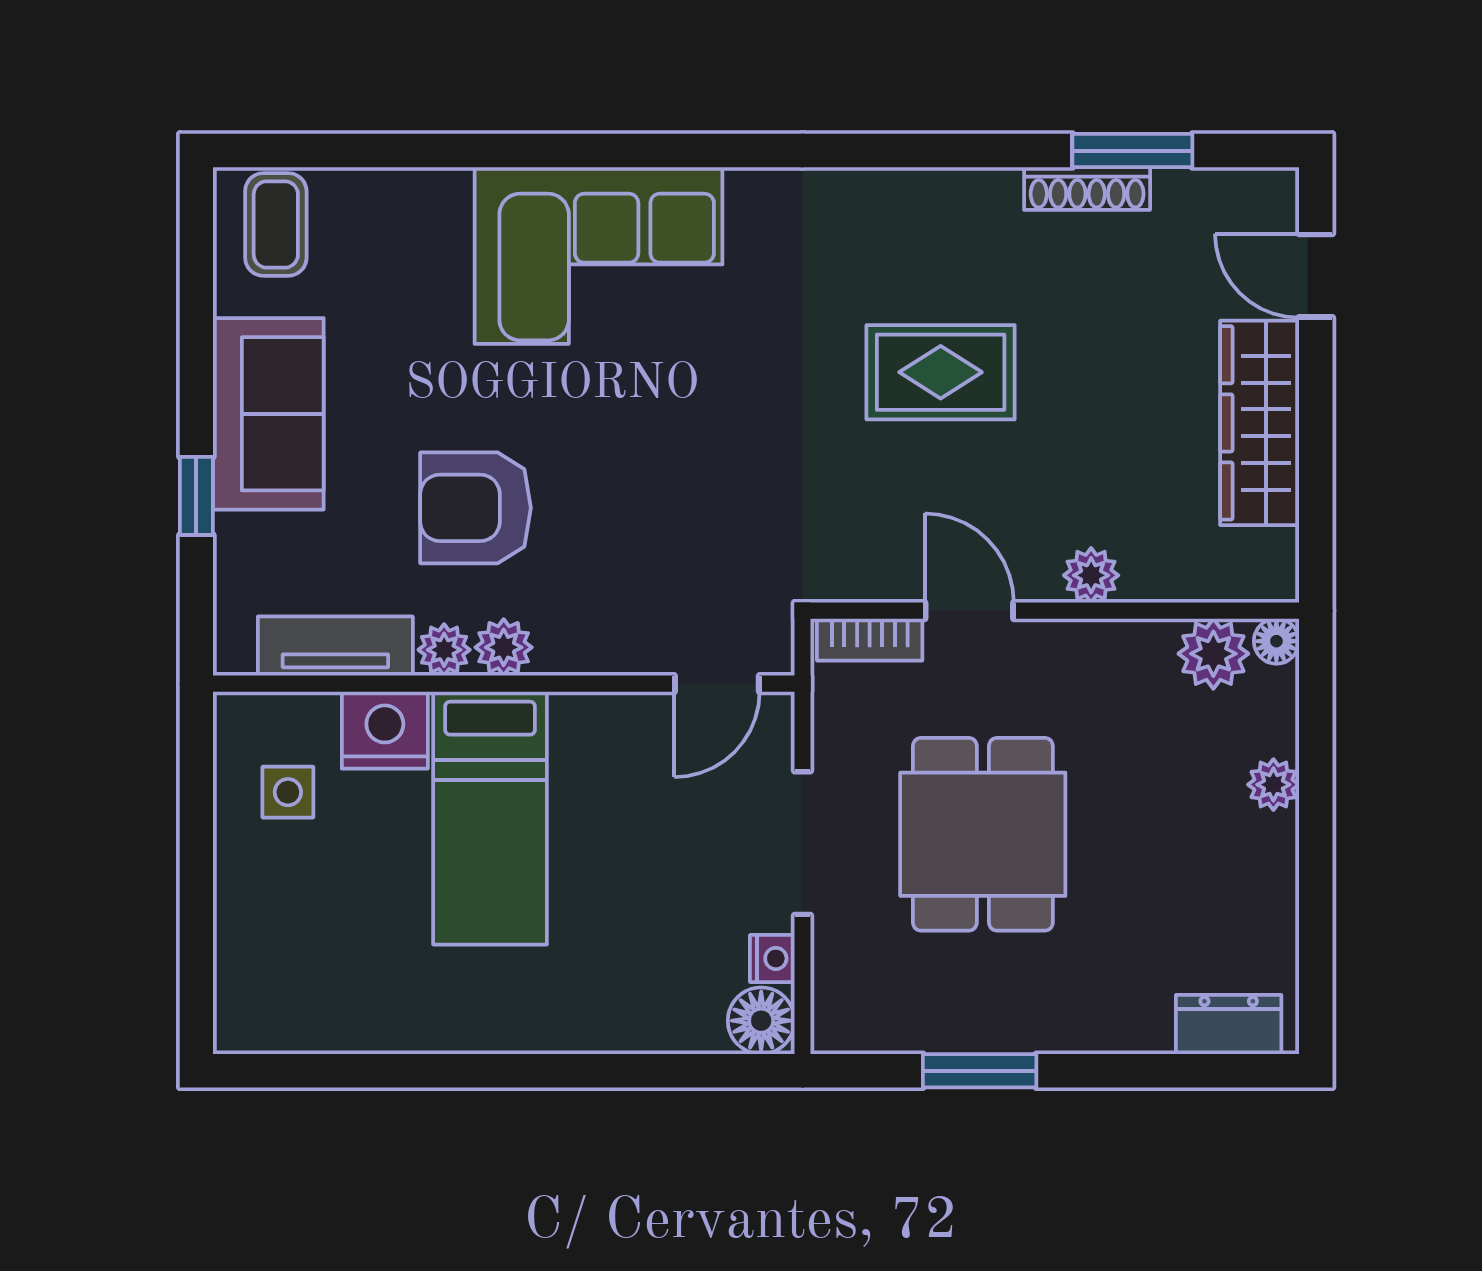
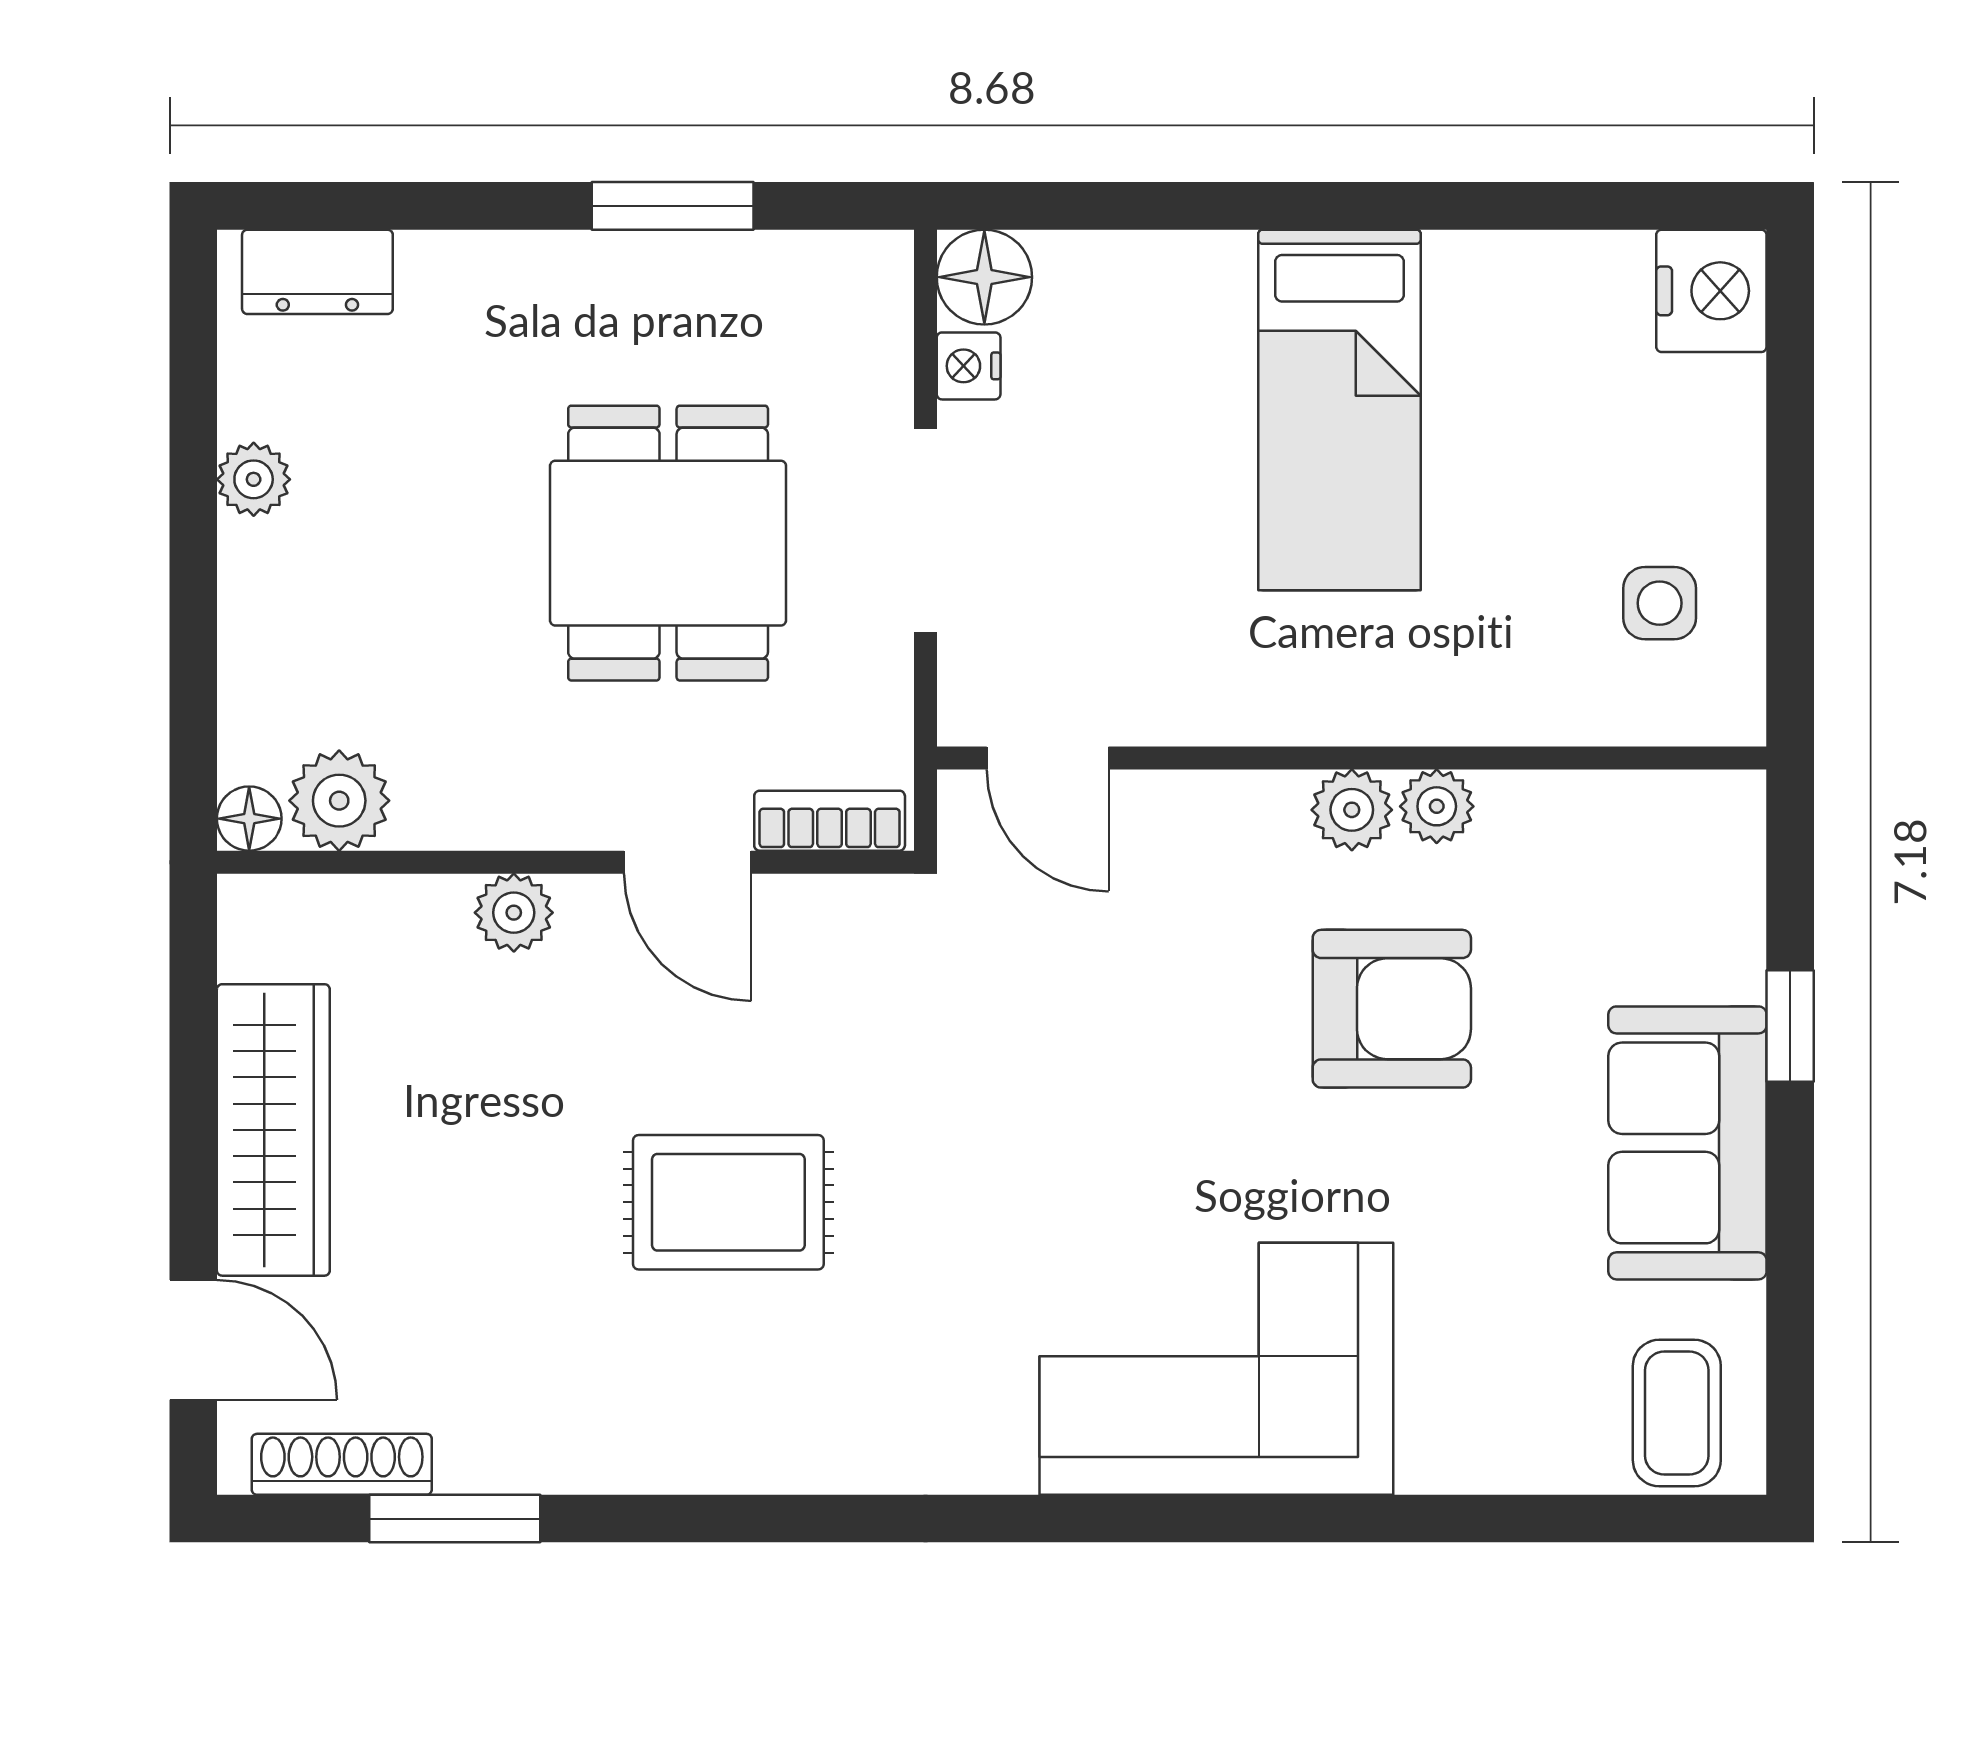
shoe rack: (1087, 189) -> (342, 1464), moved
tv unit: (335, 646) -> (1592, 812), removed
door: (717, 684) -> (1048, 758), swing flipped
nightstand: (385, 730) -> (1711, 291), moved, turned -90
plant: (1273, 785) -> (254, 479), moved
bed: (490, 818) -> (1340, 410), moved, turned 180

